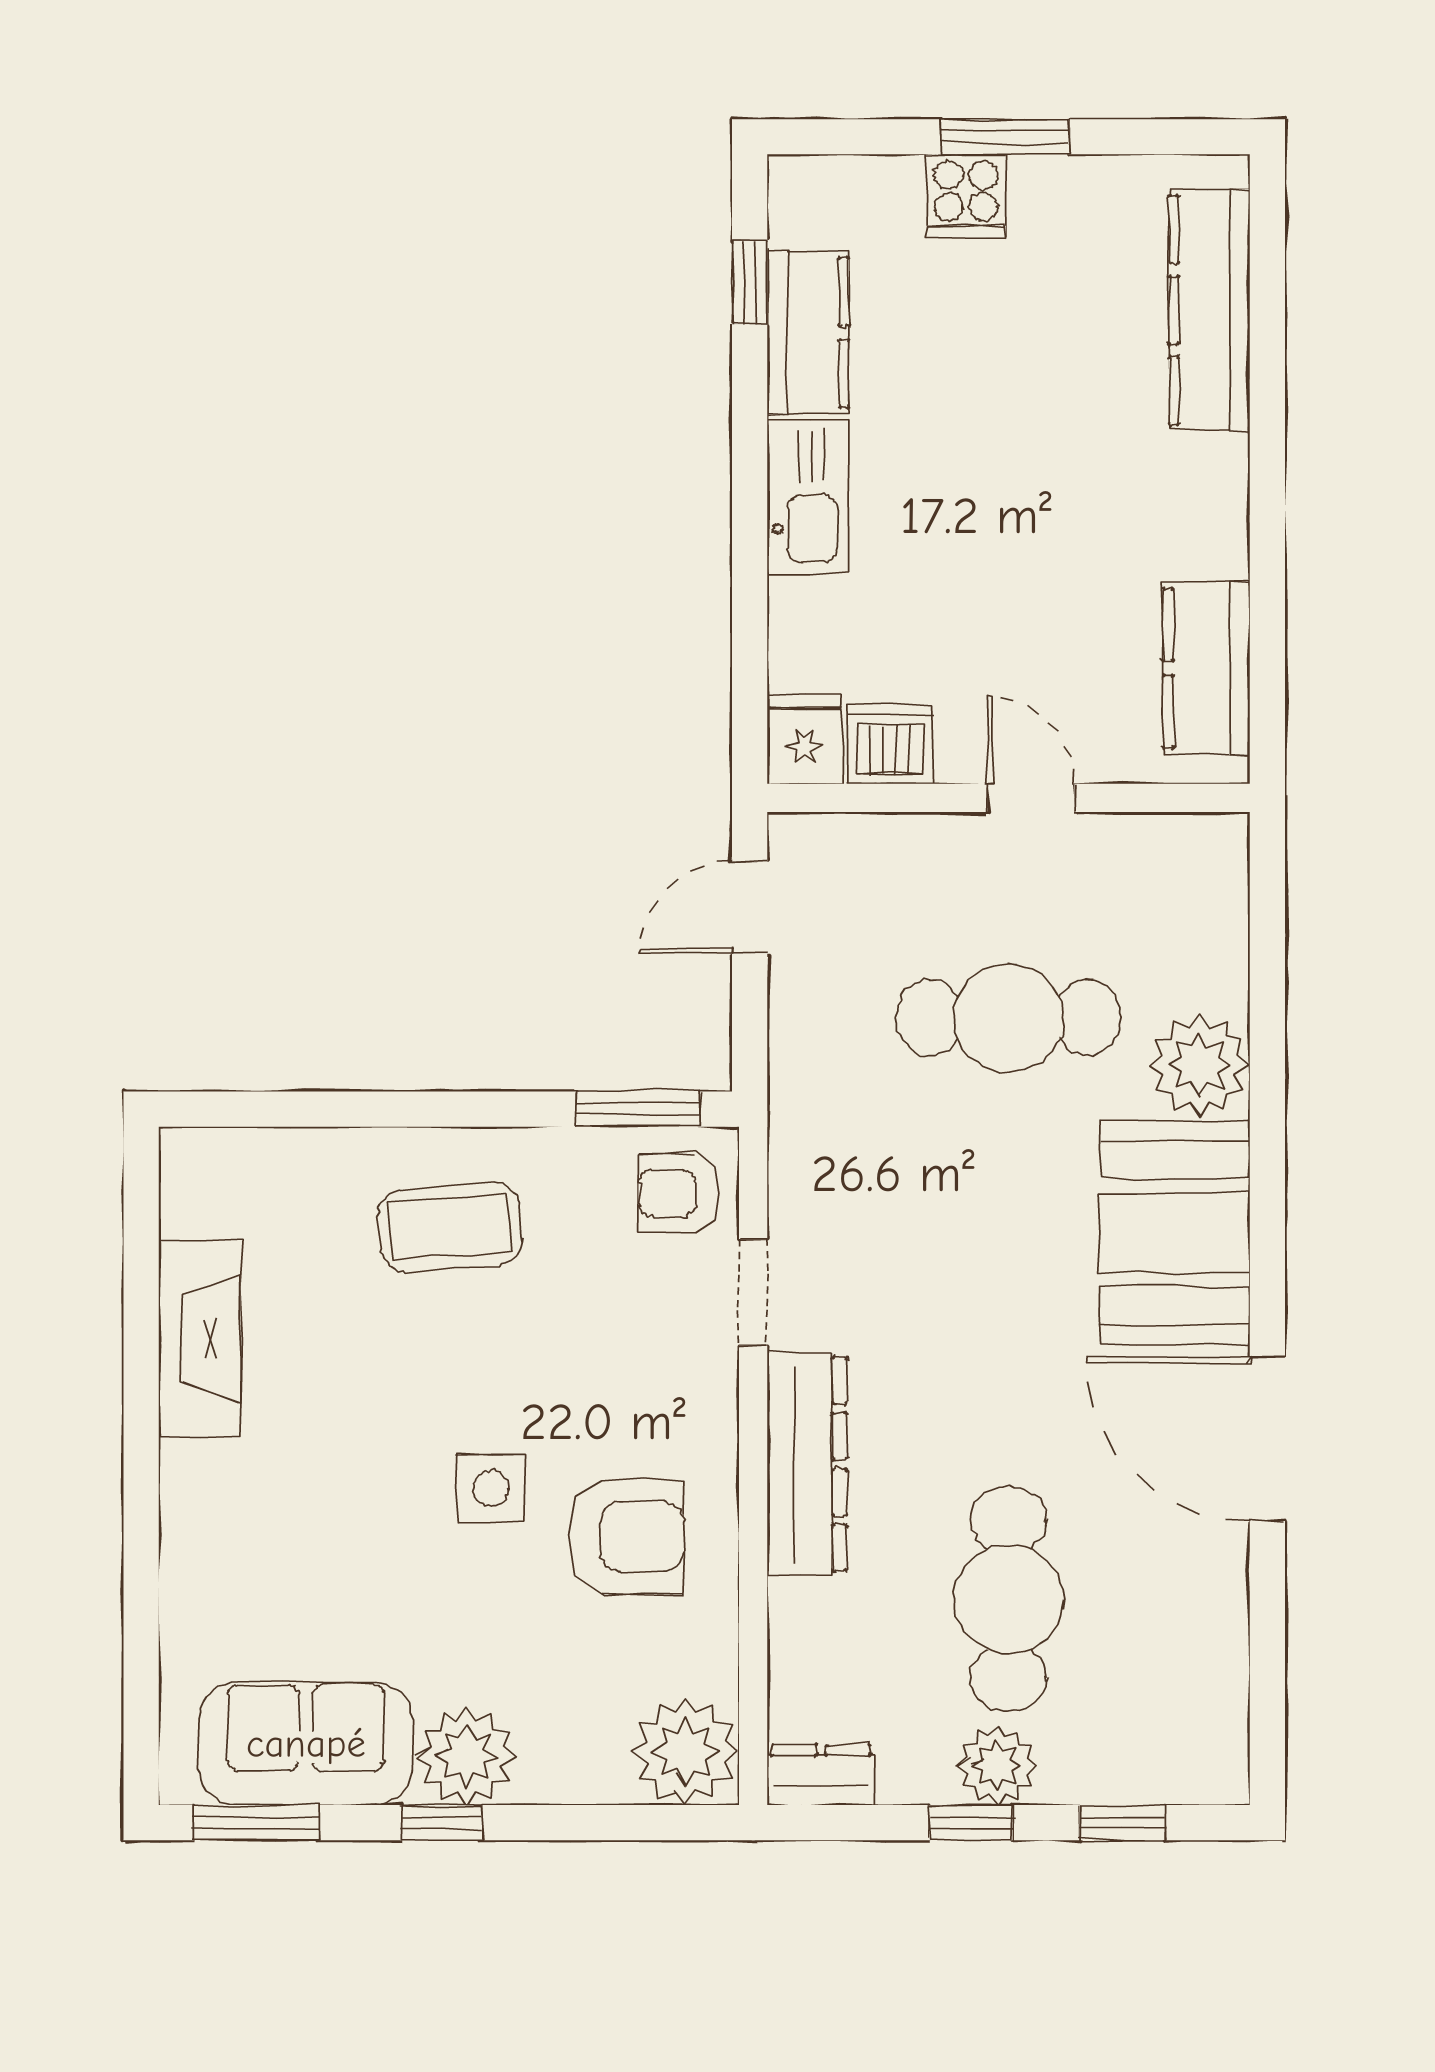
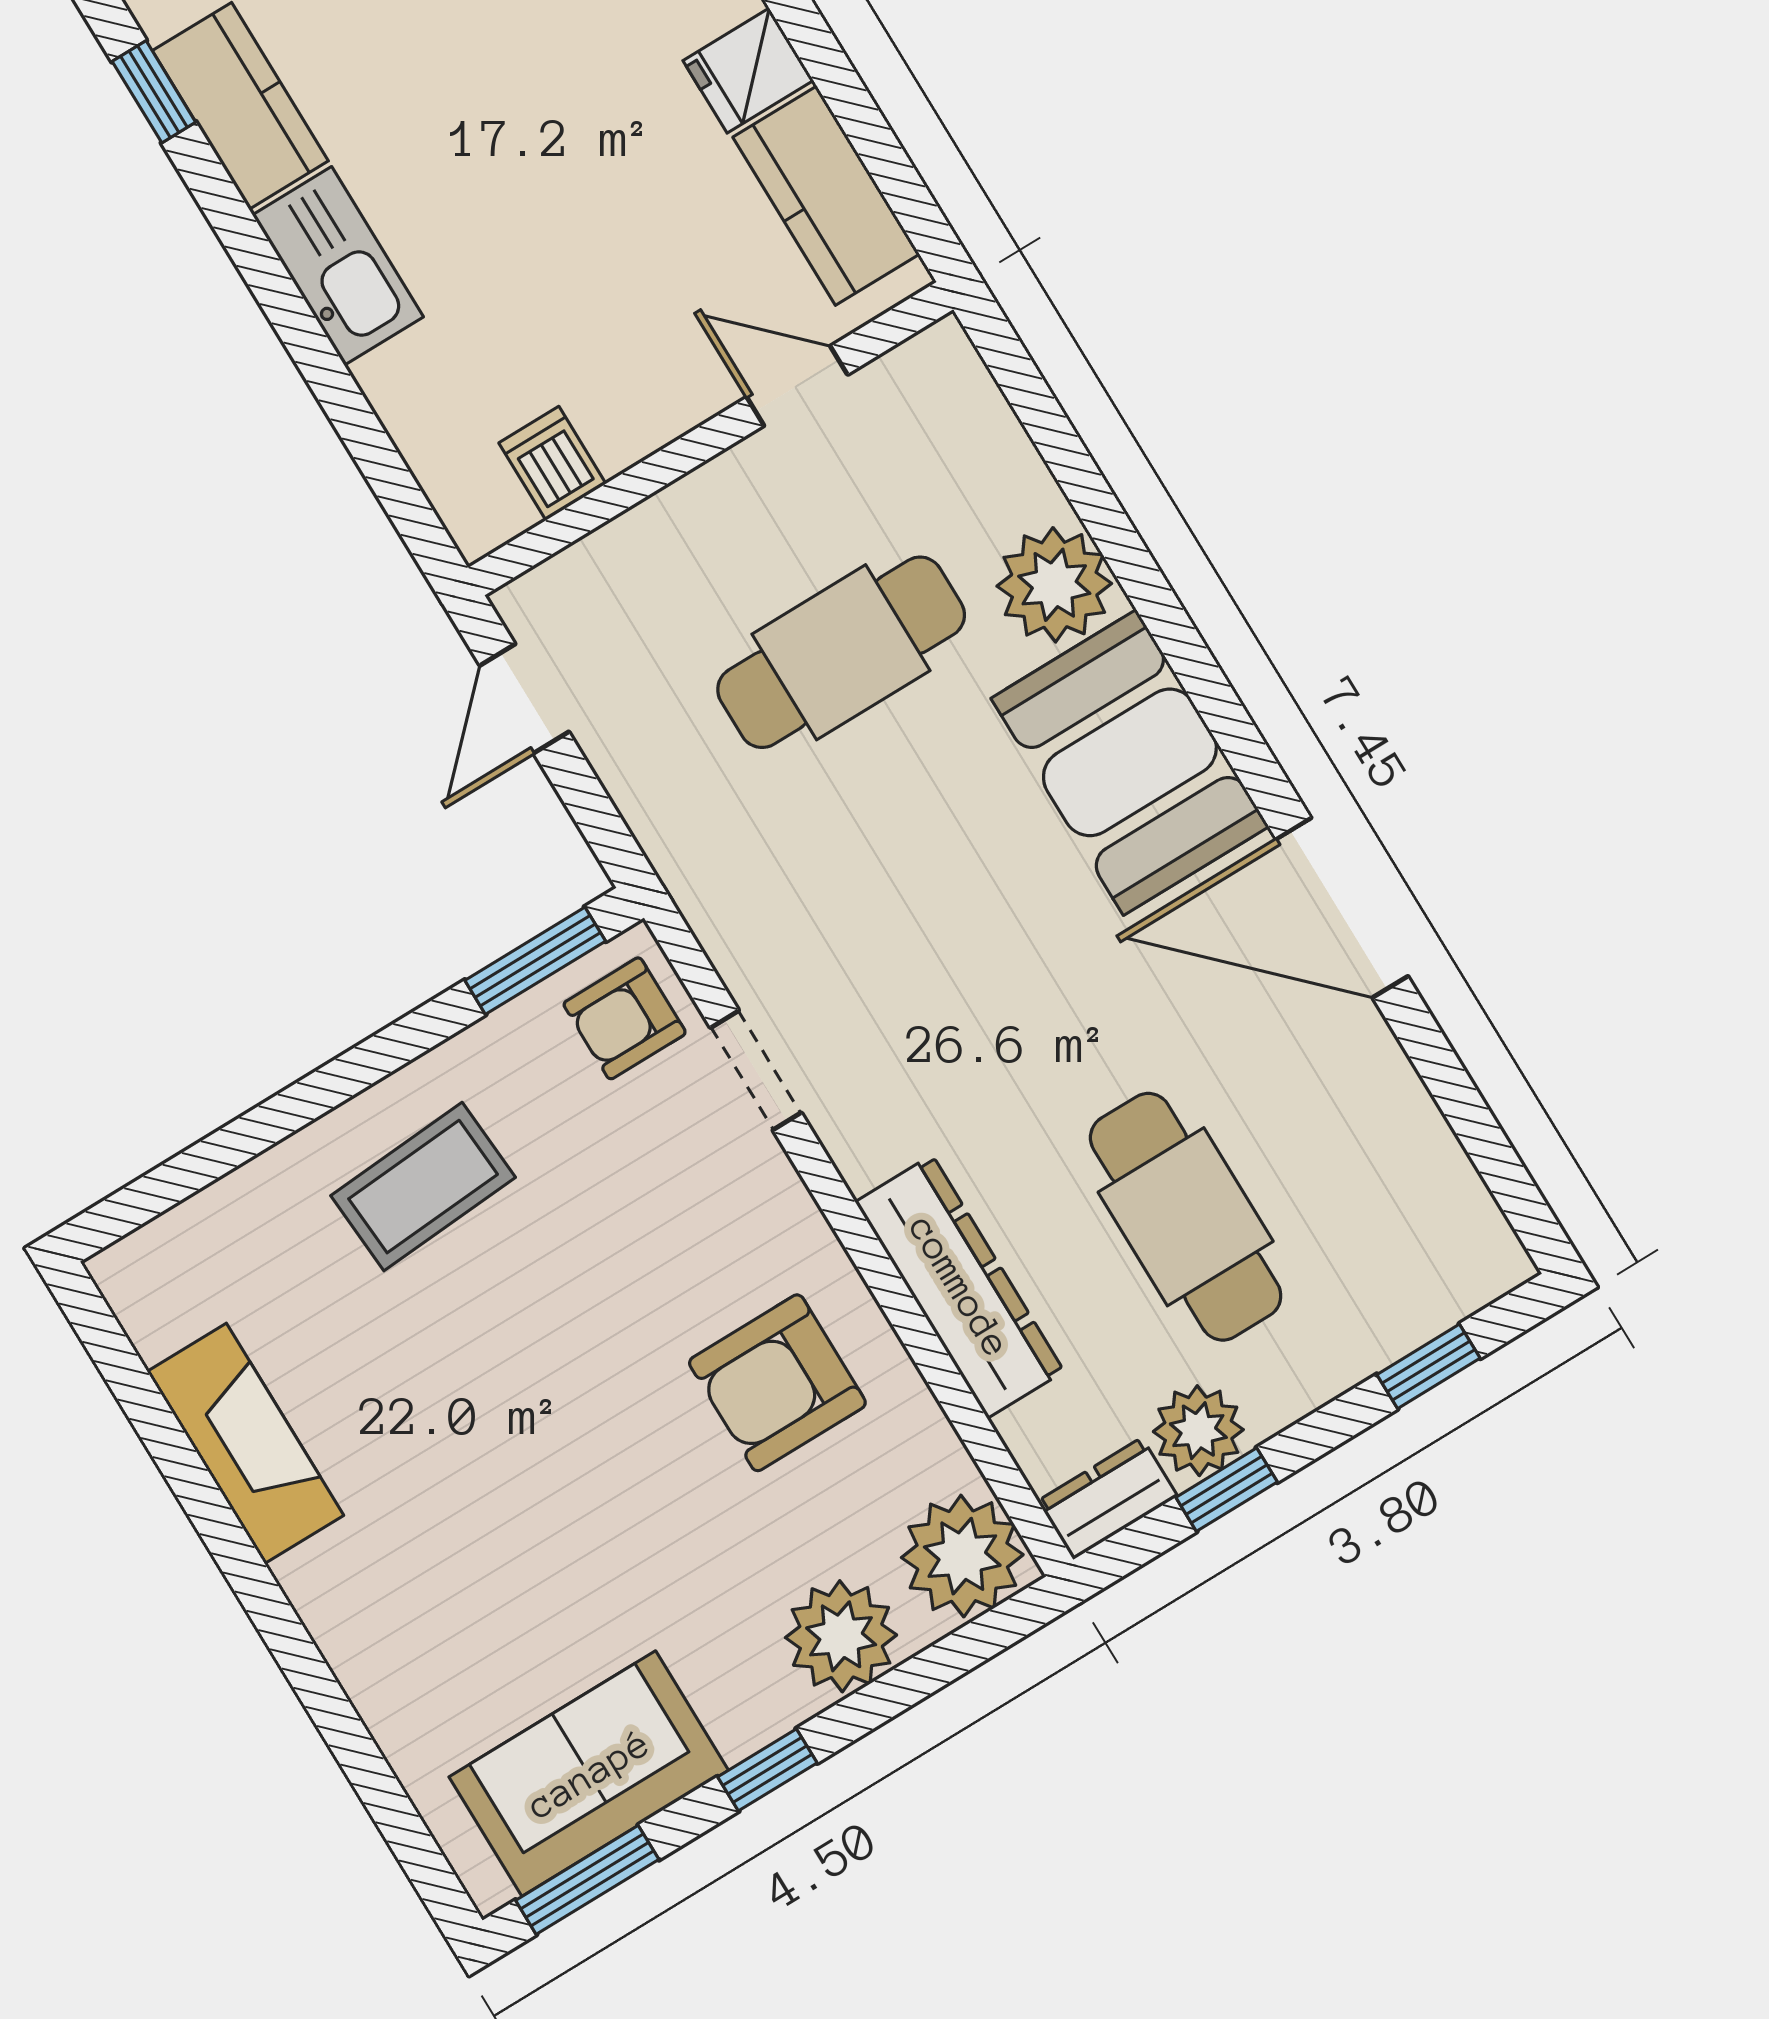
fridge: (805, 739) -> (748, 70), moved, turned -90
dishwasher: (890, 744) -> (552, 463), width x0.73
door: (1031, 798) -> (797, 386), moved
dresser: (807, 1464) -> (960, 1287), moved
side table: (491, 1489) -> (617, 1416), removed
armchair: (626, 1537) -> (777, 1383), turned 180
plant: (467, 1756) -> (841, 1636), moved
plant: (997, 1766) -> (1198, 1431), moved
window: (971, 1823) -> (1227, 1490), moved

